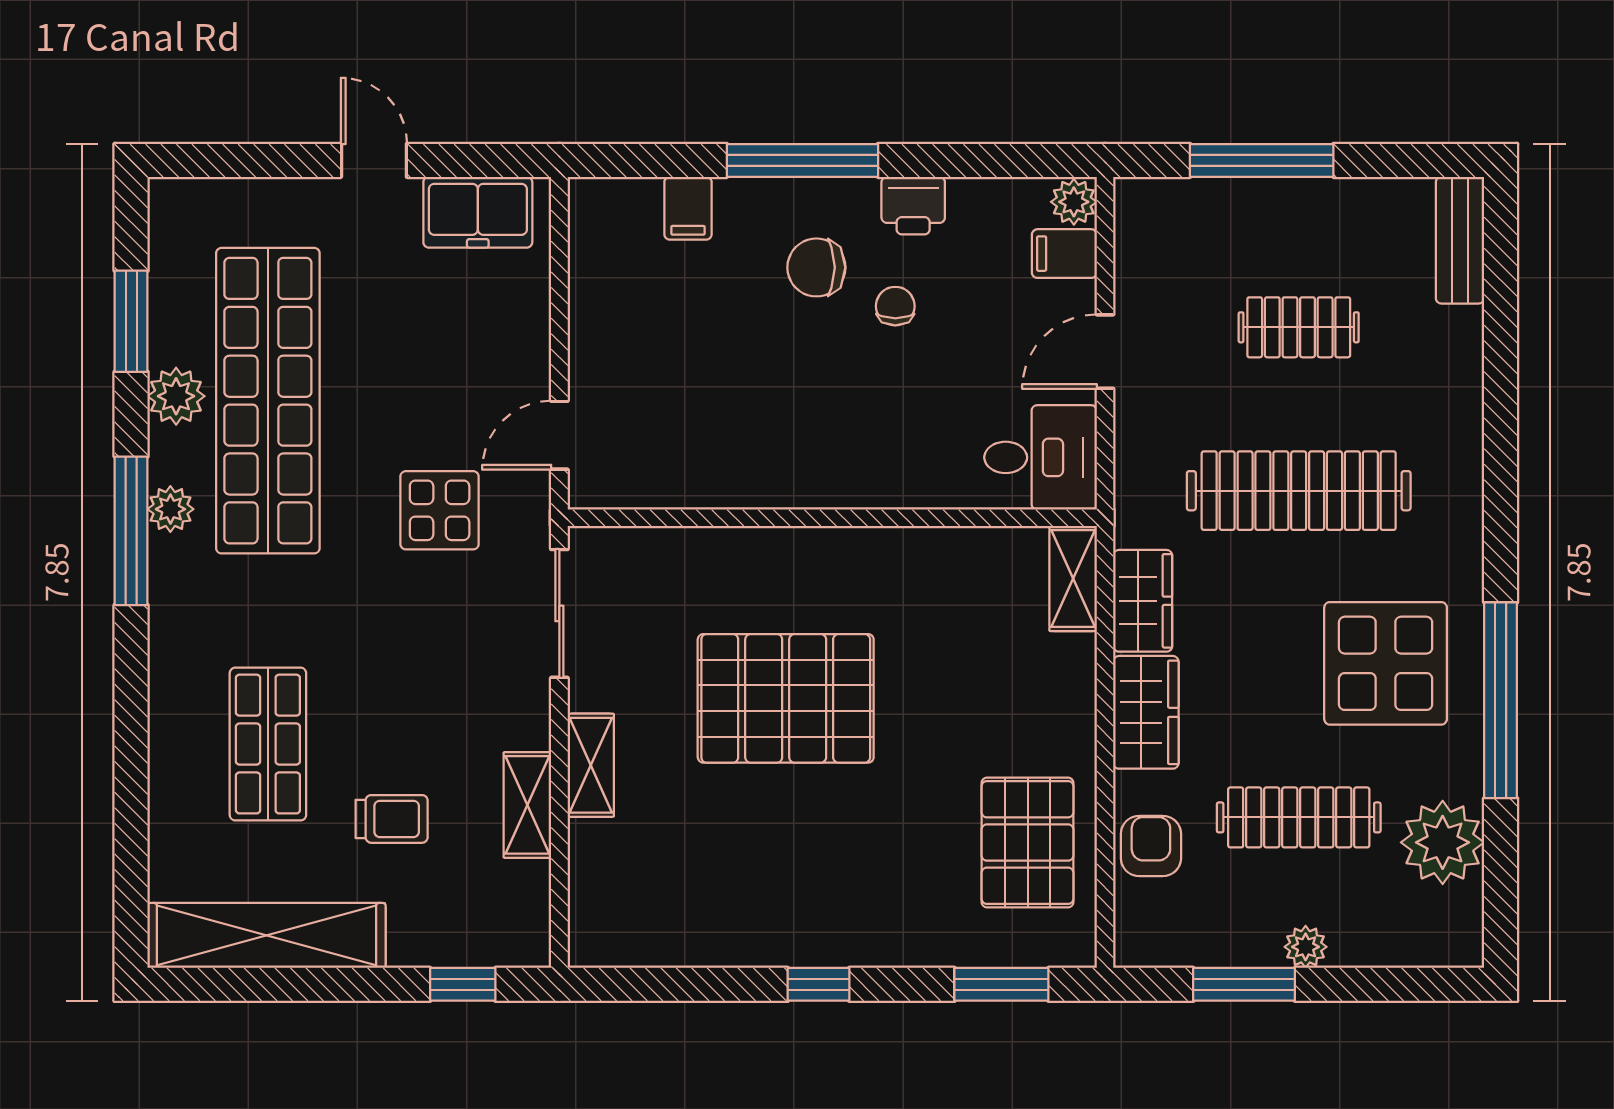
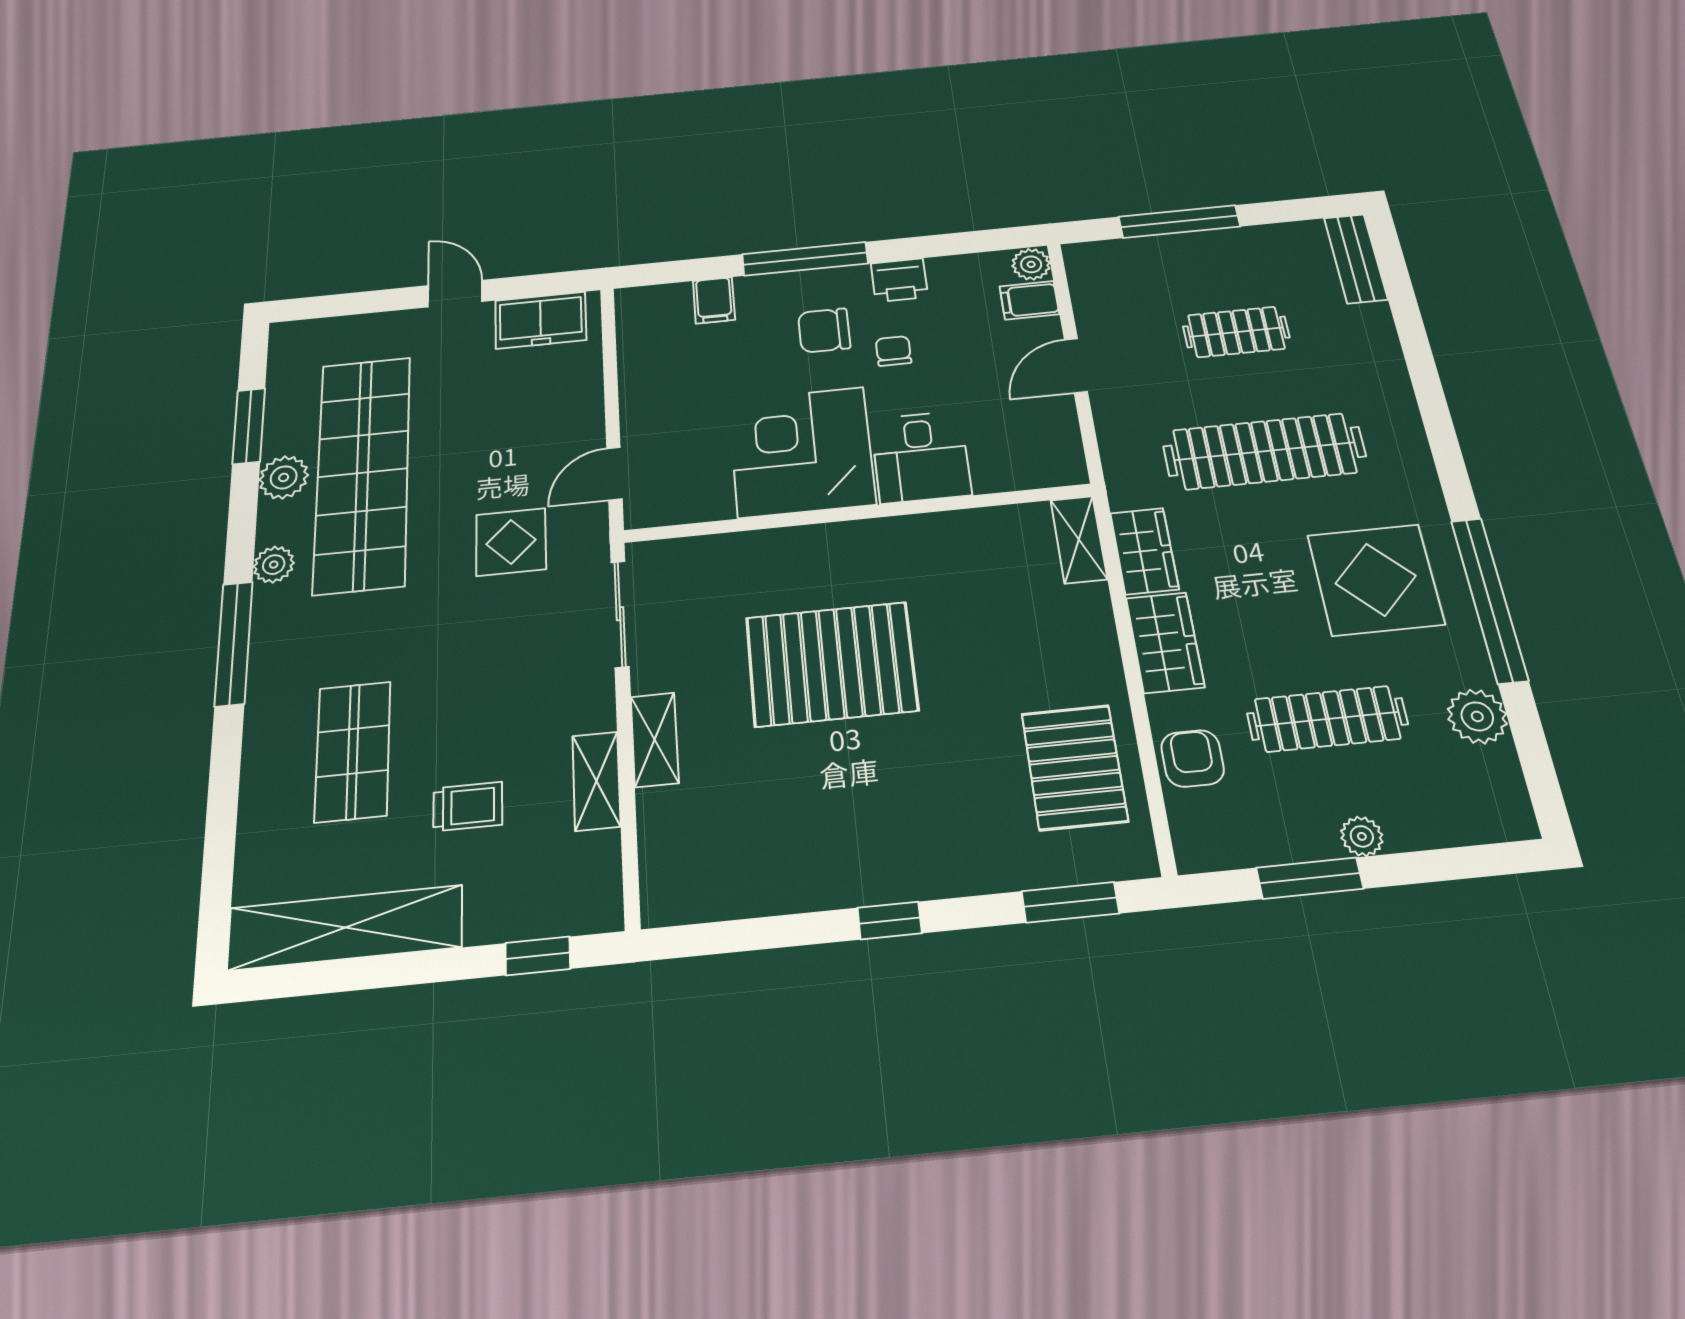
corner desk: (776, 431) -> (801, 452), added
desk: (1041, 457) -> (921, 457), moved, turned 90
window: (131, 531) -> (234, 643), moved
plant: (1443, 842) -> (1477, 716), width x0.73, depth x0.73

